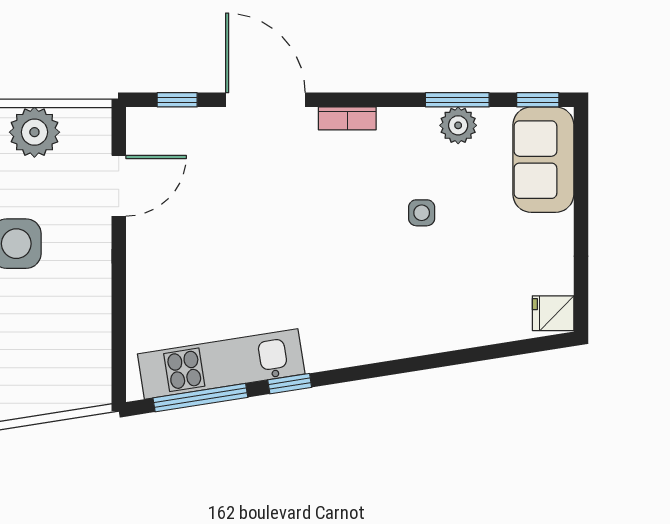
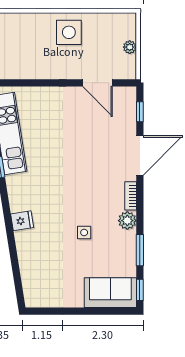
plant: (458, 125) -> (127, 221), moved
plant: (34, 132) -> (130, 47), width x0.53, depth x0.53
fridge: (553, 313) -> (22, 221), moved, turned 81

